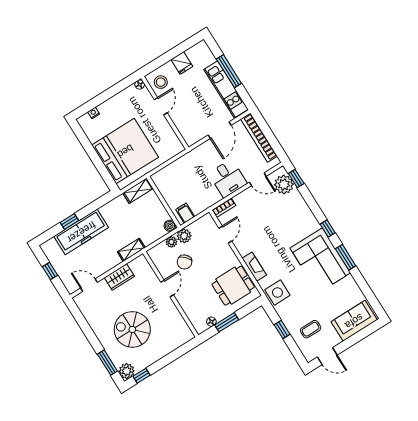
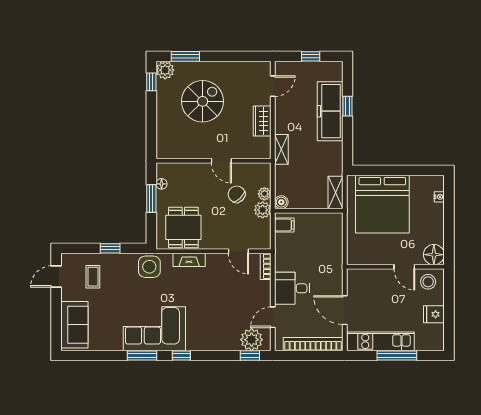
floor lamp: (140, 85) -> (434, 255), width x1.89, depth x1.89

